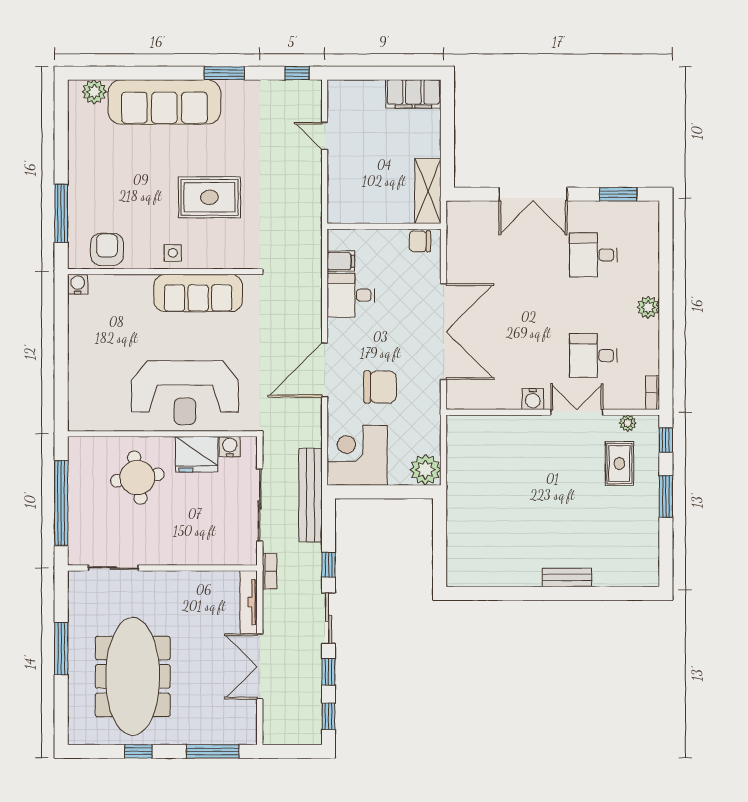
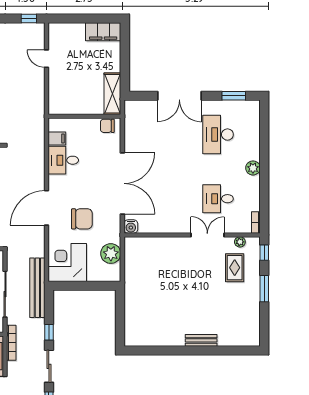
desk: (593, 255) -> (218, 135), width x1.37
water cooler: (533, 399) -> (131, 226), moved
plant: (425, 470) -> (111, 254), moved
bookcase: (269, 571) -> (11, 343), width x1.56

